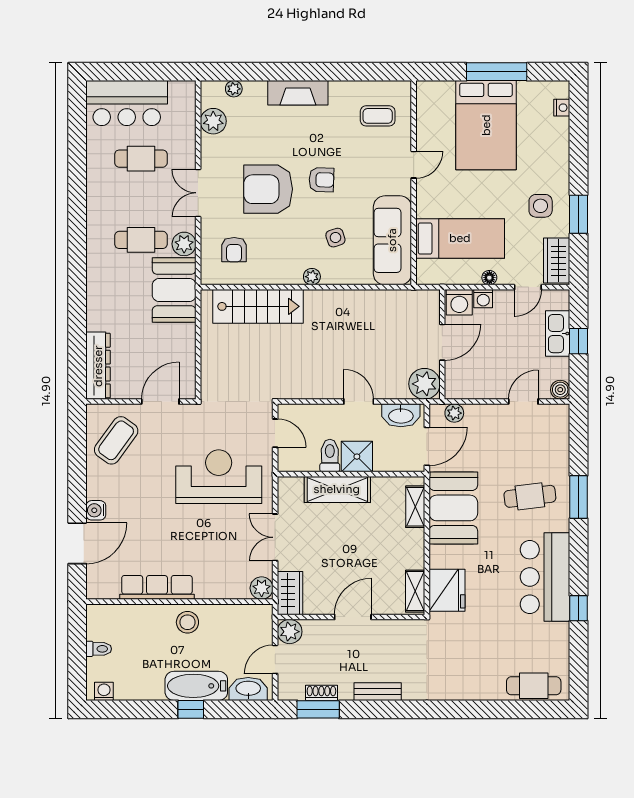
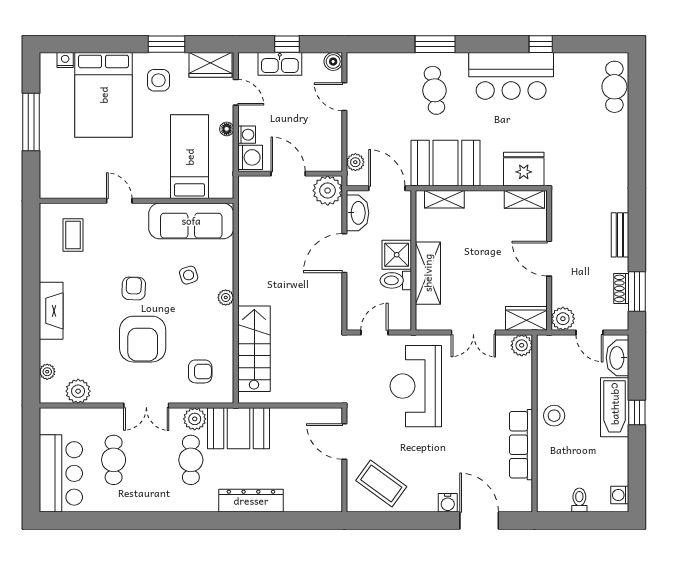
bed: (486, 125) -> (104, 95), moved, turned 90
dresser: (98, 366) -> (251, 501), moved
door: (359, 402) -> (344, 253), width x1.38

